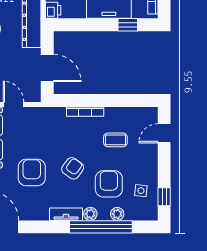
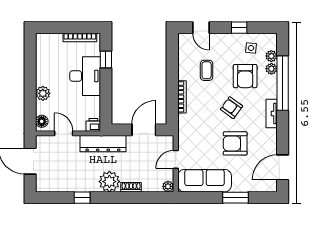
armchair: (109, 184) -> (245, 76), turned -90
window: (164, 197) -> (239, 28), moved
plant: (90, 214) -> (271, 56), moved

